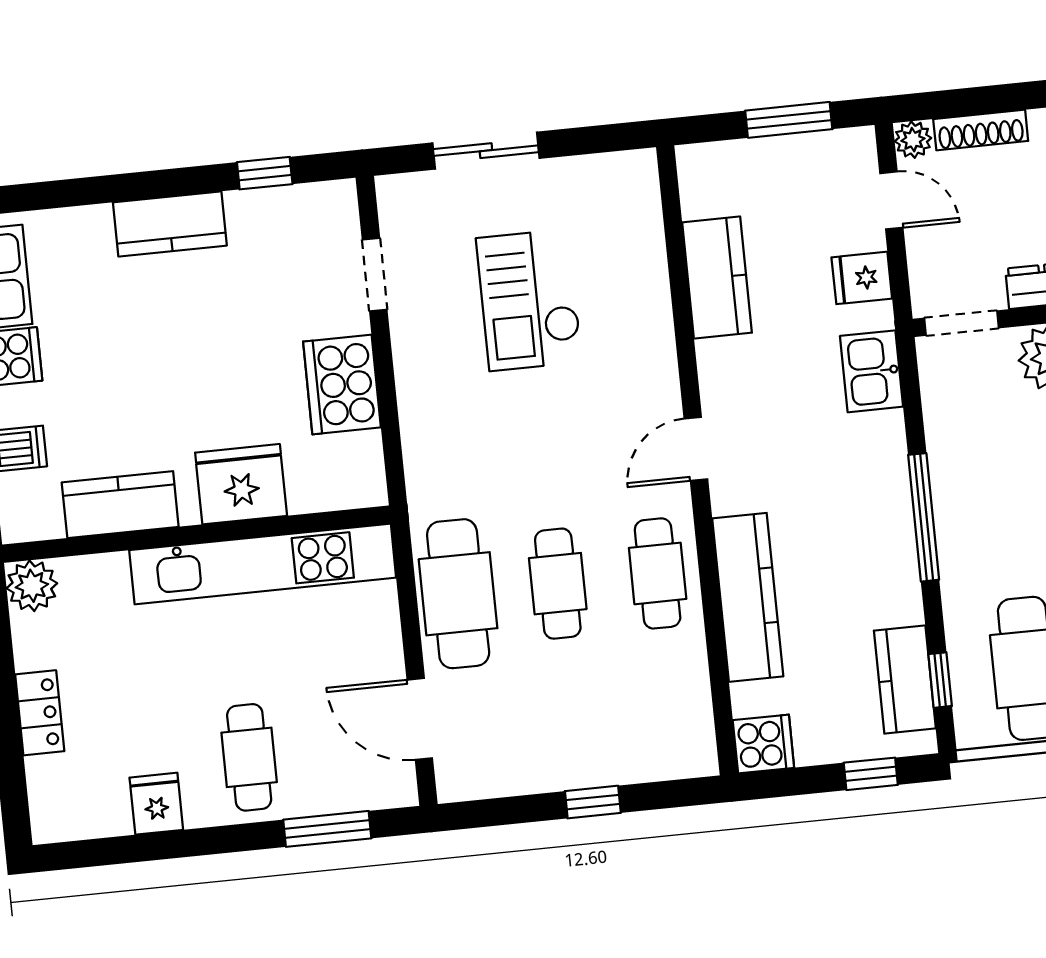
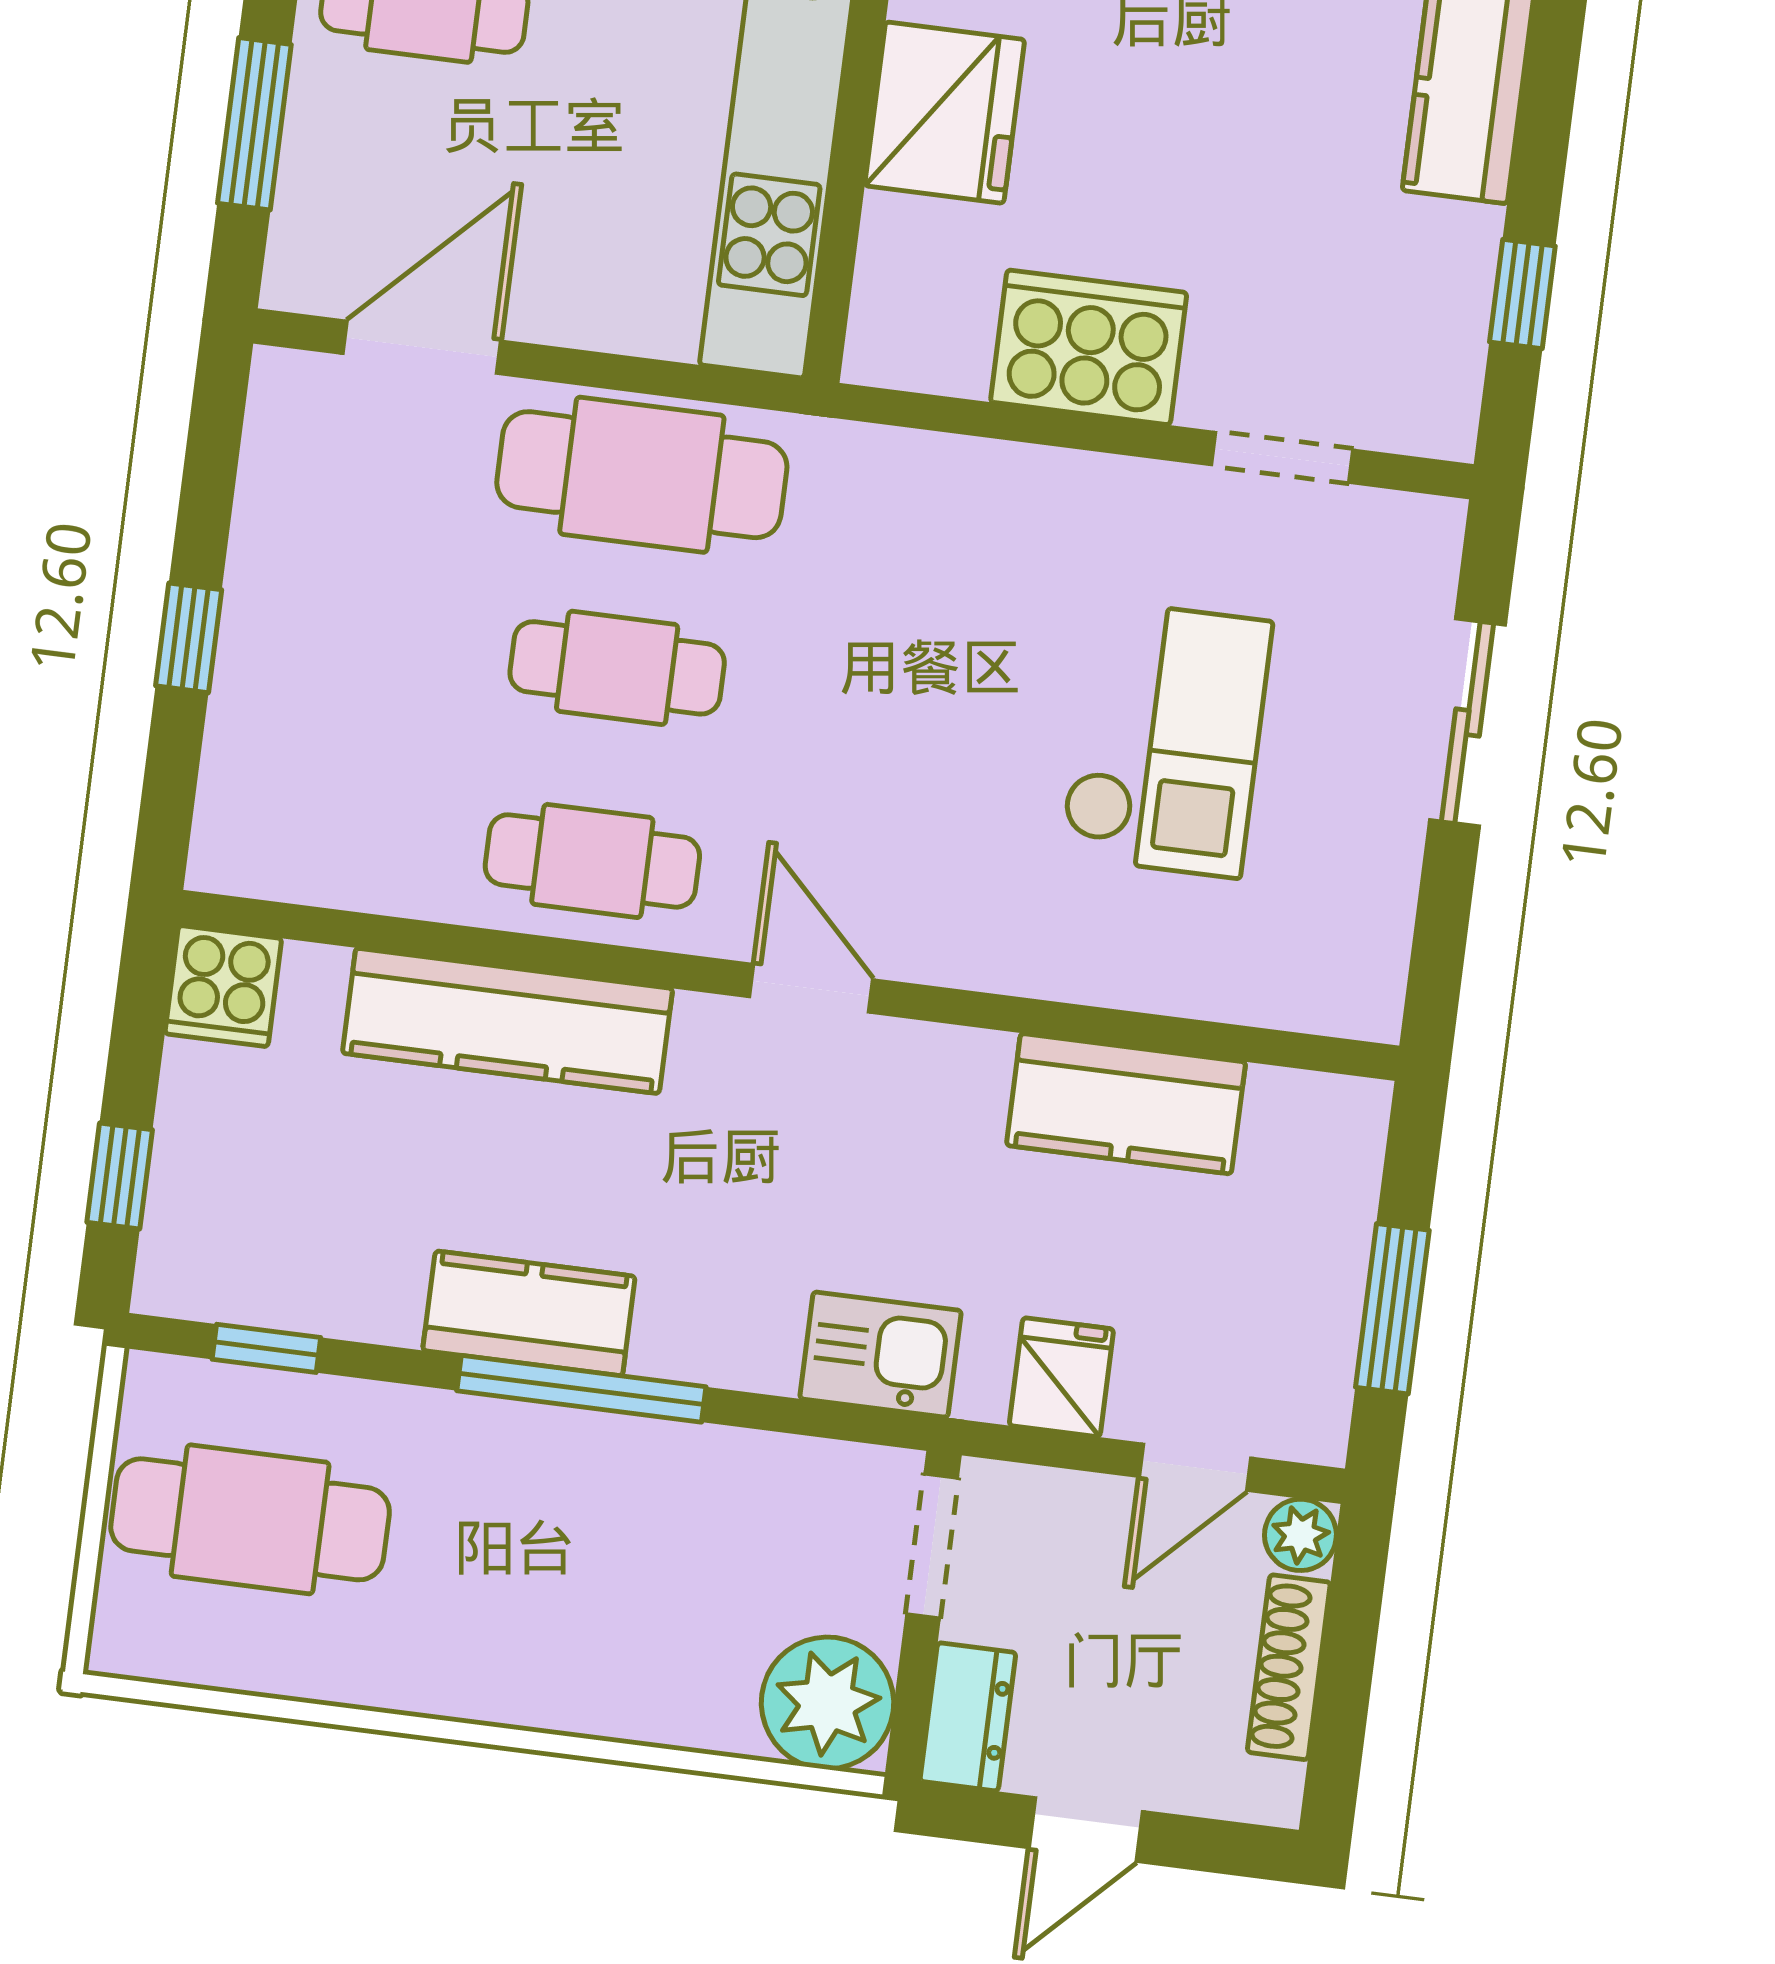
checkout: (529, 300) -> (1166, 739), turned 90
kitchen counter: (905, 680) -> (529, 1313), moved

